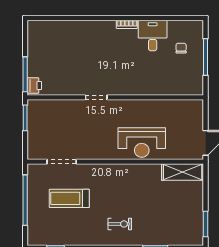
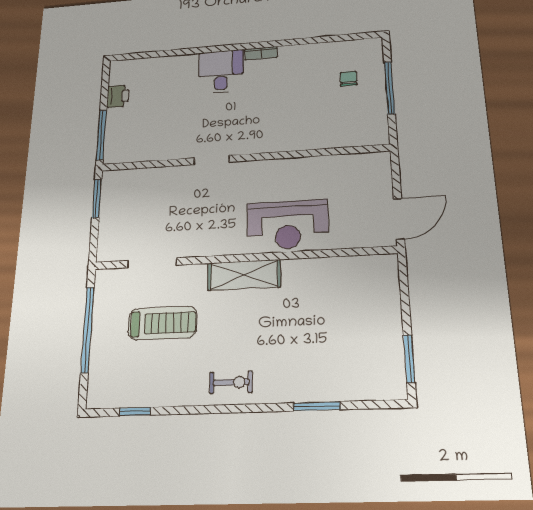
desk: (153, 36) -> (221, 72), moved
printer: (34, 86) -> (118, 96), moved
shelving: (183, 172) -> (244, 275), moved
treadmill: (69, 198) -> (162, 323), turned 180
exercise bike: (120, 224) -> (231, 382), moved

